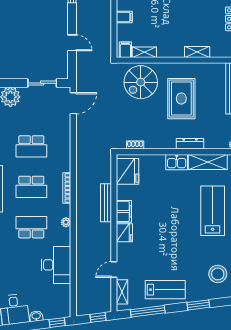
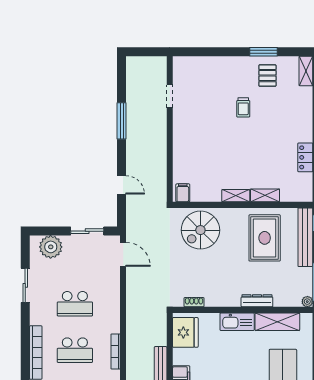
filing cabinet: (124, 17) -> (182, 155), removed
shelving: (144, 52) -> (236, 196), moved
rug: (181, 99) -> (265, 238), moved
door: (73, 103) -> (123, 254), hinge flipped
kitchen sink: (177, 162) -> (237, 322), width x1.38

